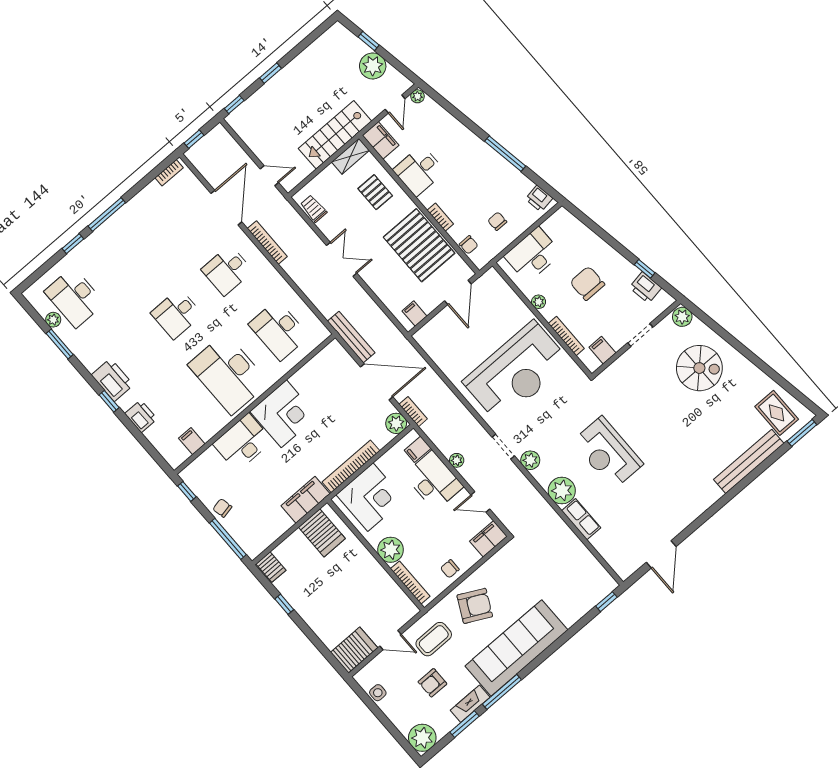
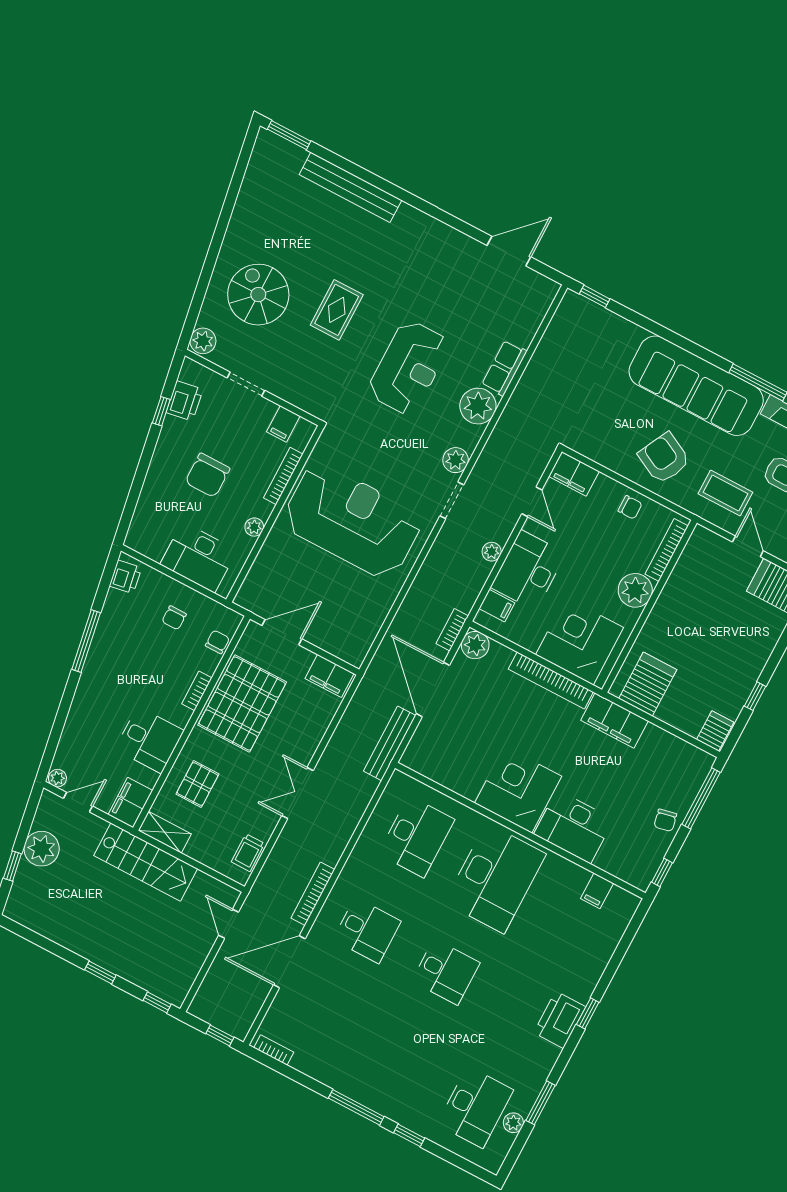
filing cabinet: (414, 314) -> (329, 676), width x2.00
rug: (777, 413) -> (337, 310), moved
printer: (141, 416) -> (591, 966), removed

